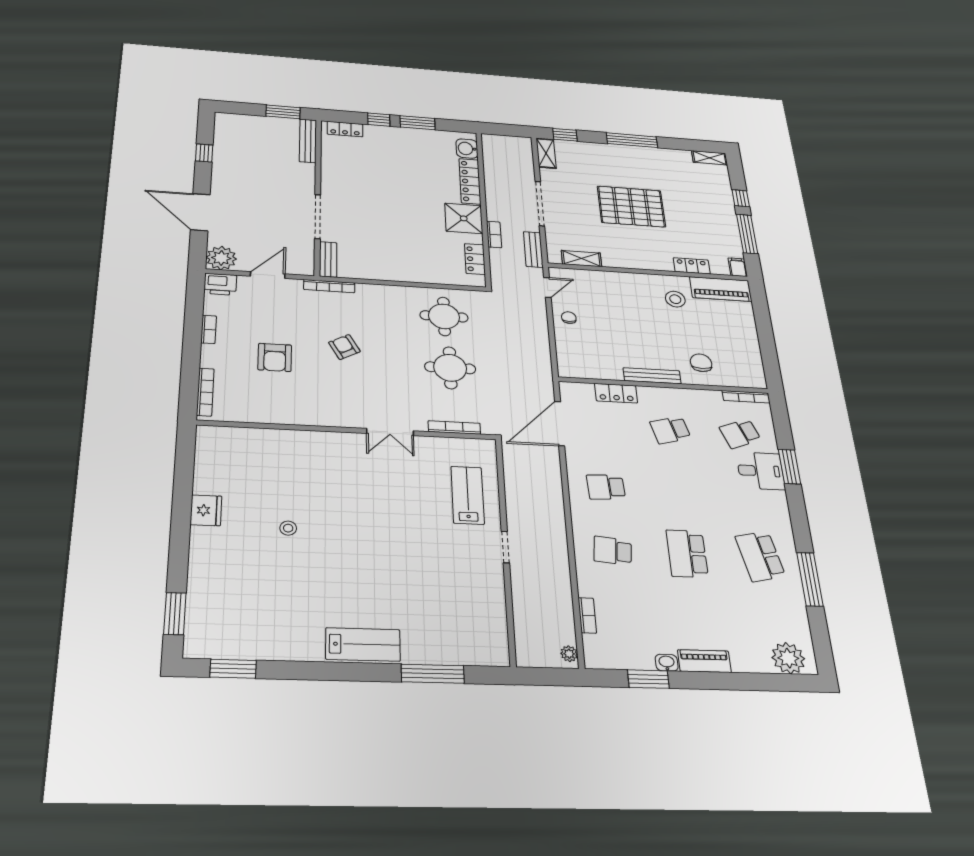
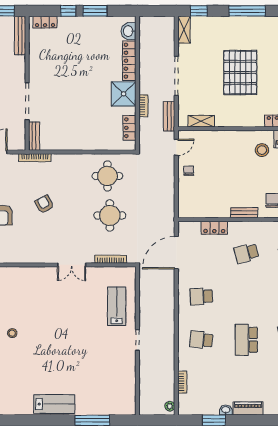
pallet: (631, 207) -> (240, 73), turned 90
bench: (652, 376) -> (244, 213), width x0.73

